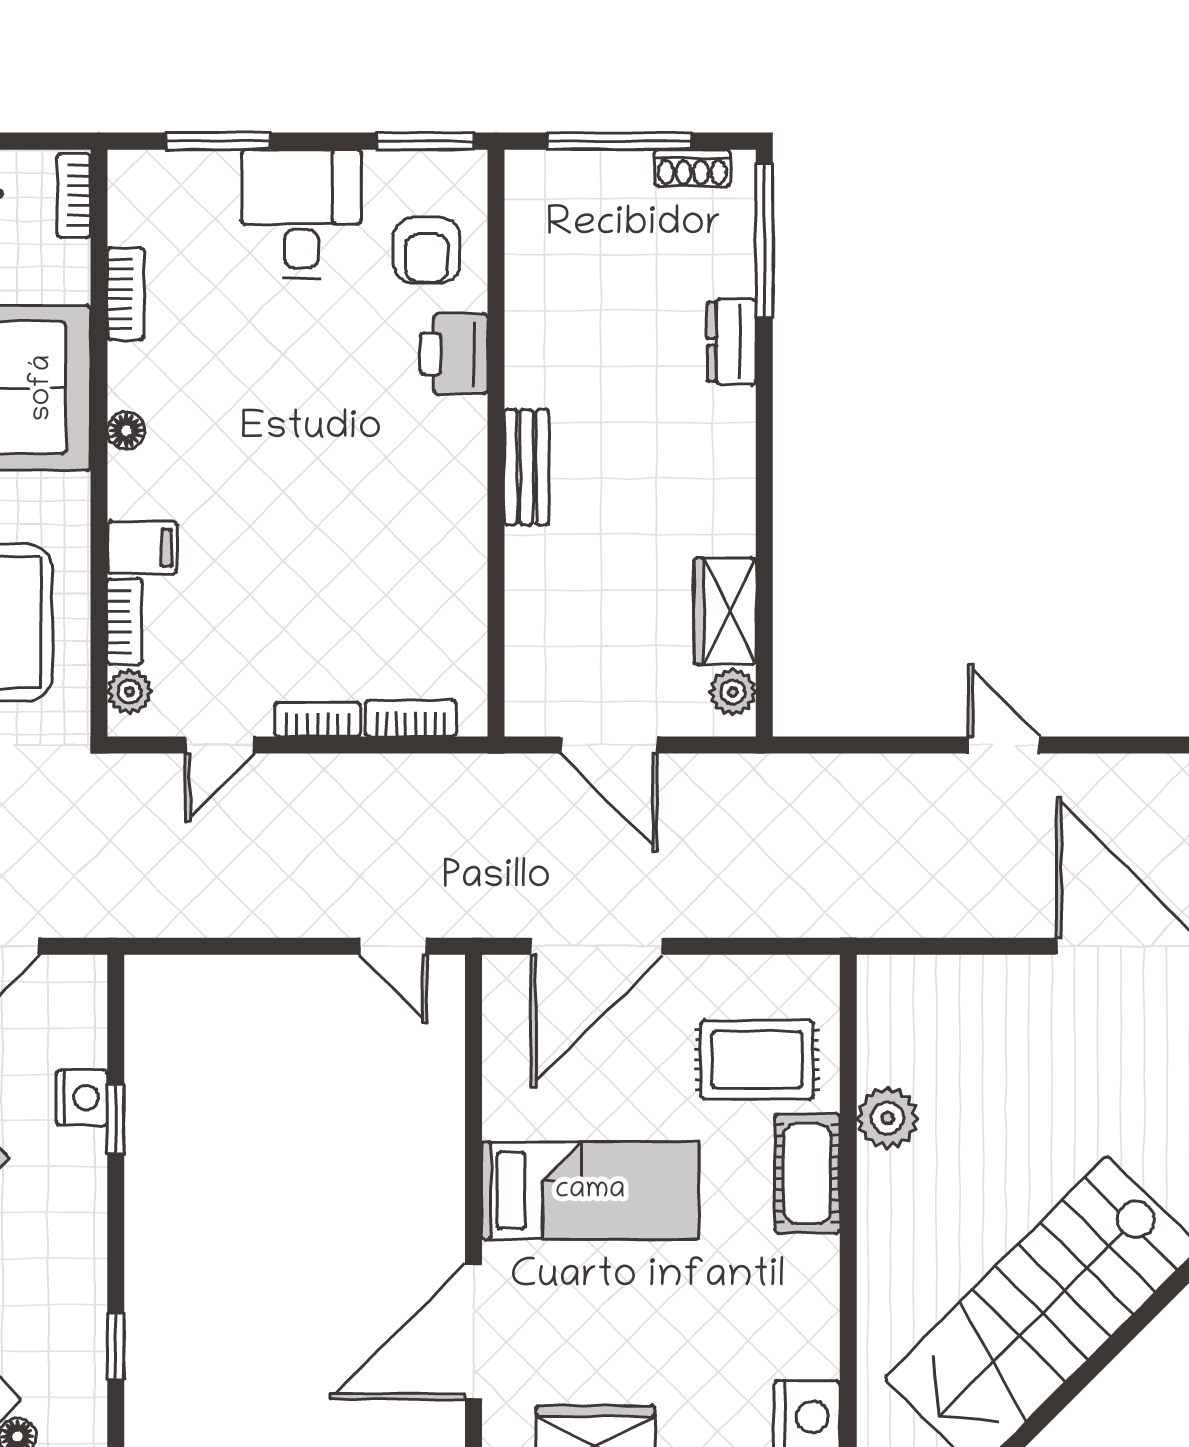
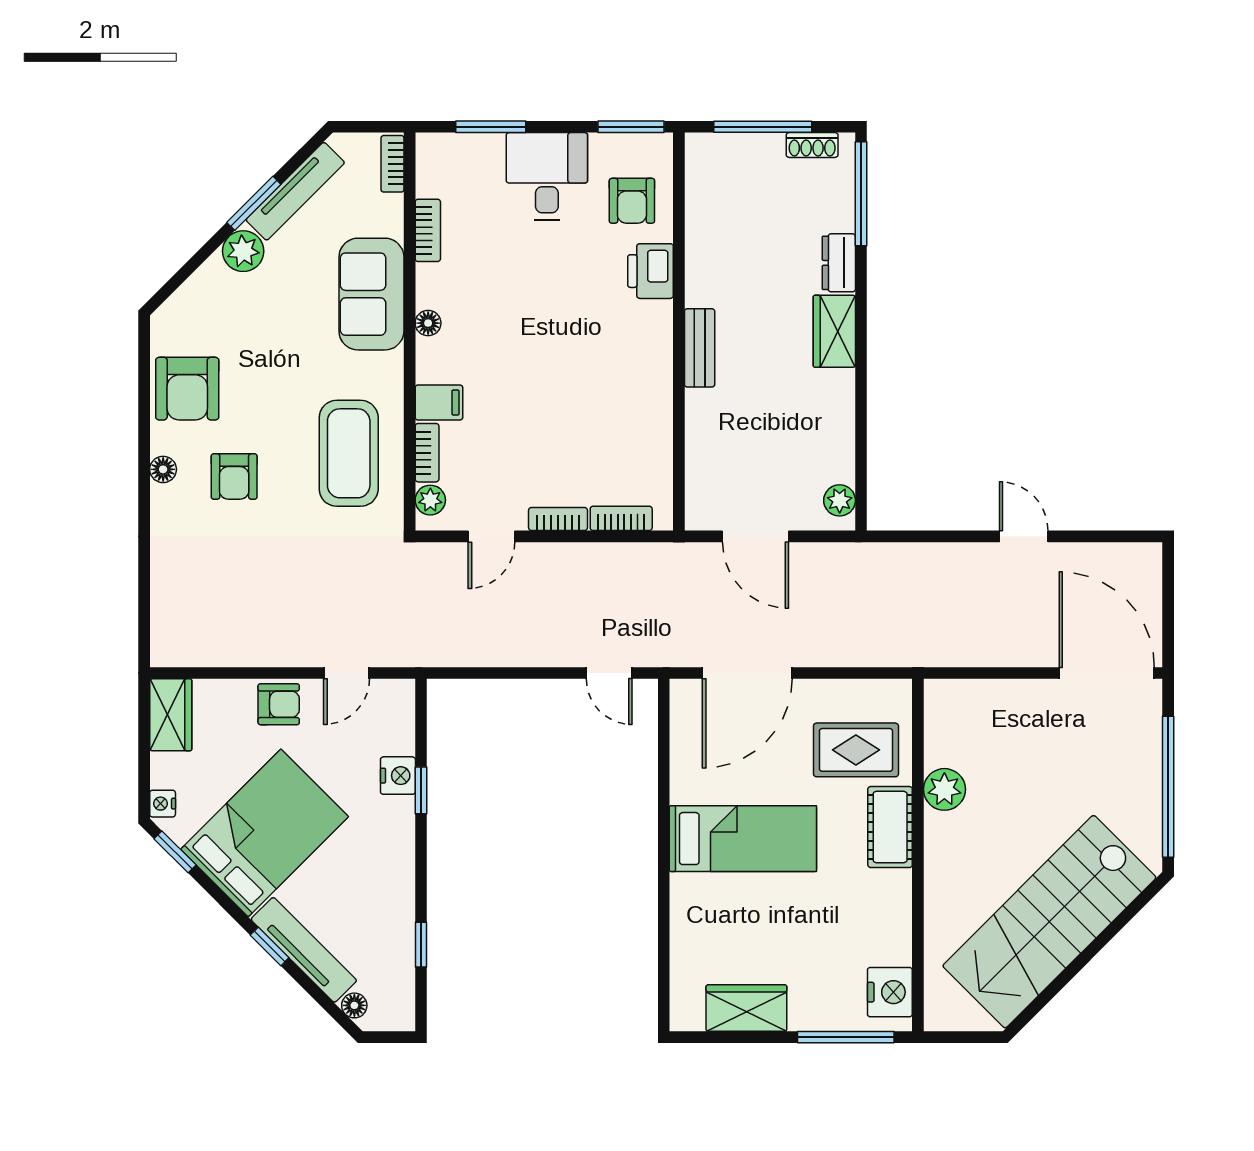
wardrobe: (725, 611) -> (834, 331), moved
door: (474, 1331) -> (664, 934), removed

